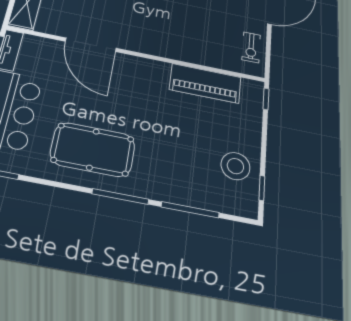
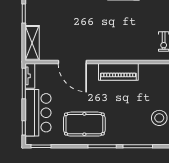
piano: (205, 83) -> (118, 72), moved

